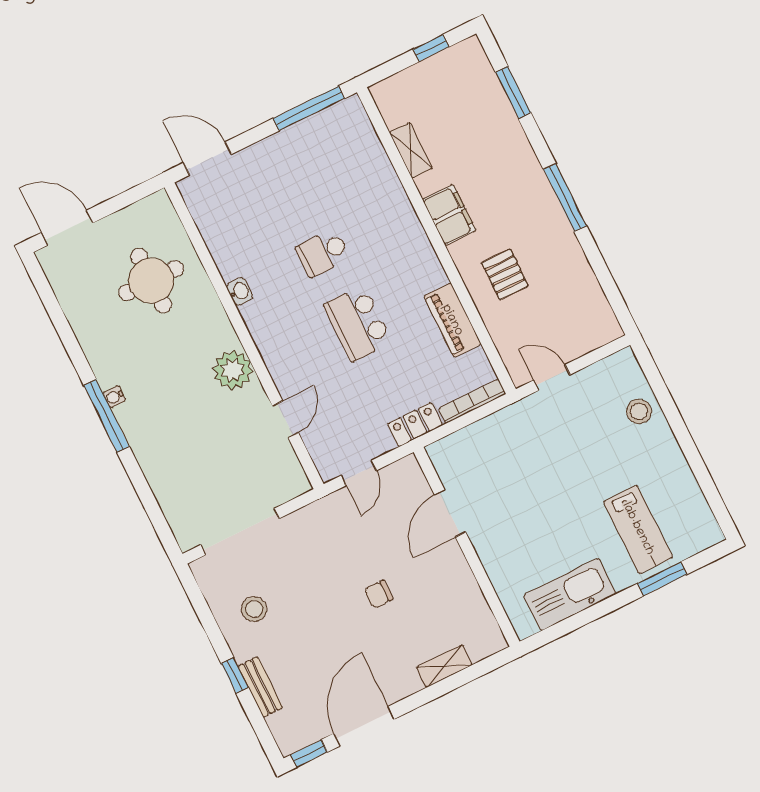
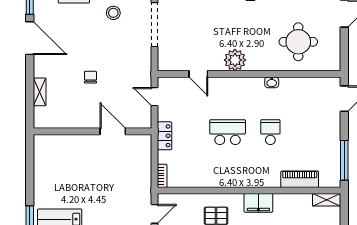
shelving: (411, 150) -> (327, 200), moved
piano: (452, 320) -> (300, 179), moved
bookcase: (472, 401) -> (162, 176), width x0.64
kitchen sink: (570, 595) -> (44, 170), removed

